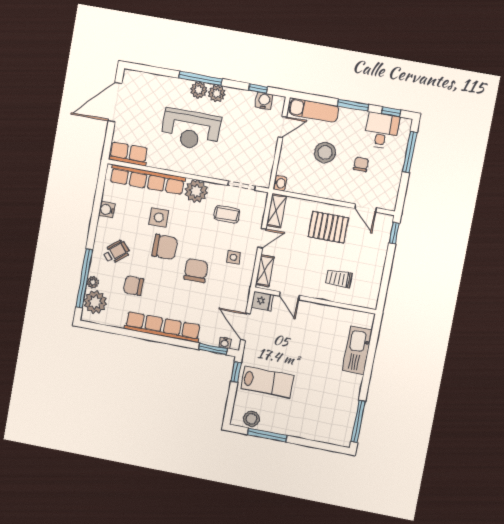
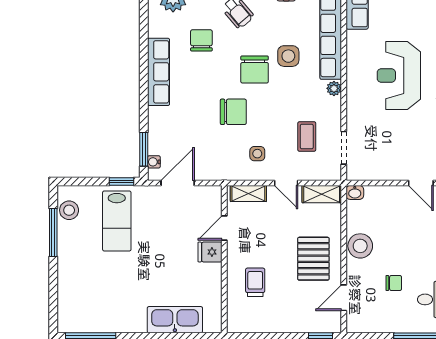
stool: (325, 153) -> (360, 246), moved
plant: (196, 191) -> (334, 88), width x0.53, depth x0.53
fridge: (262, 301) -> (210, 252), moved, turned 90
row of seats: (163, 327) -> (159, 72), width x0.73

